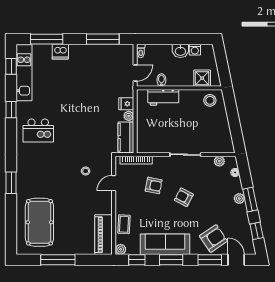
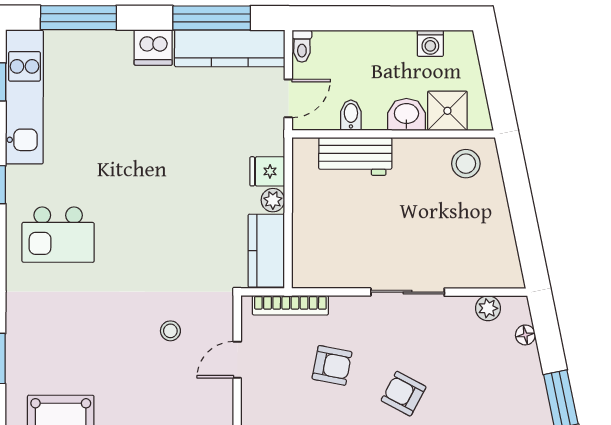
washbasin: (180, 51) -> (406, 114), moved, turned 180
dishwasher: (60, 52) -> (153, 48), moved
kitchen counter: (110, 52) -> (230, 48), added
plant: (239, 198) -> (535, 397), removed

